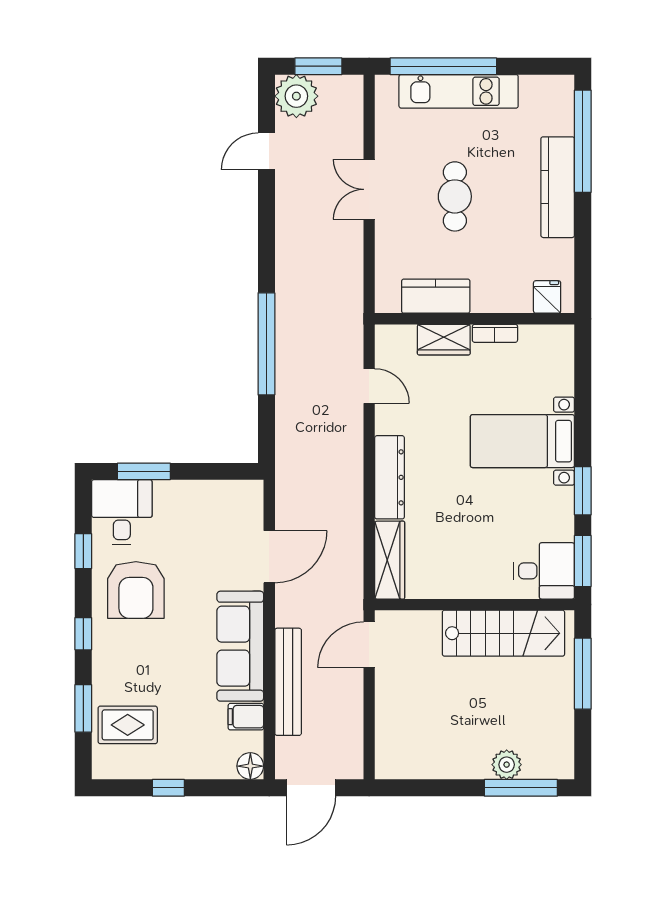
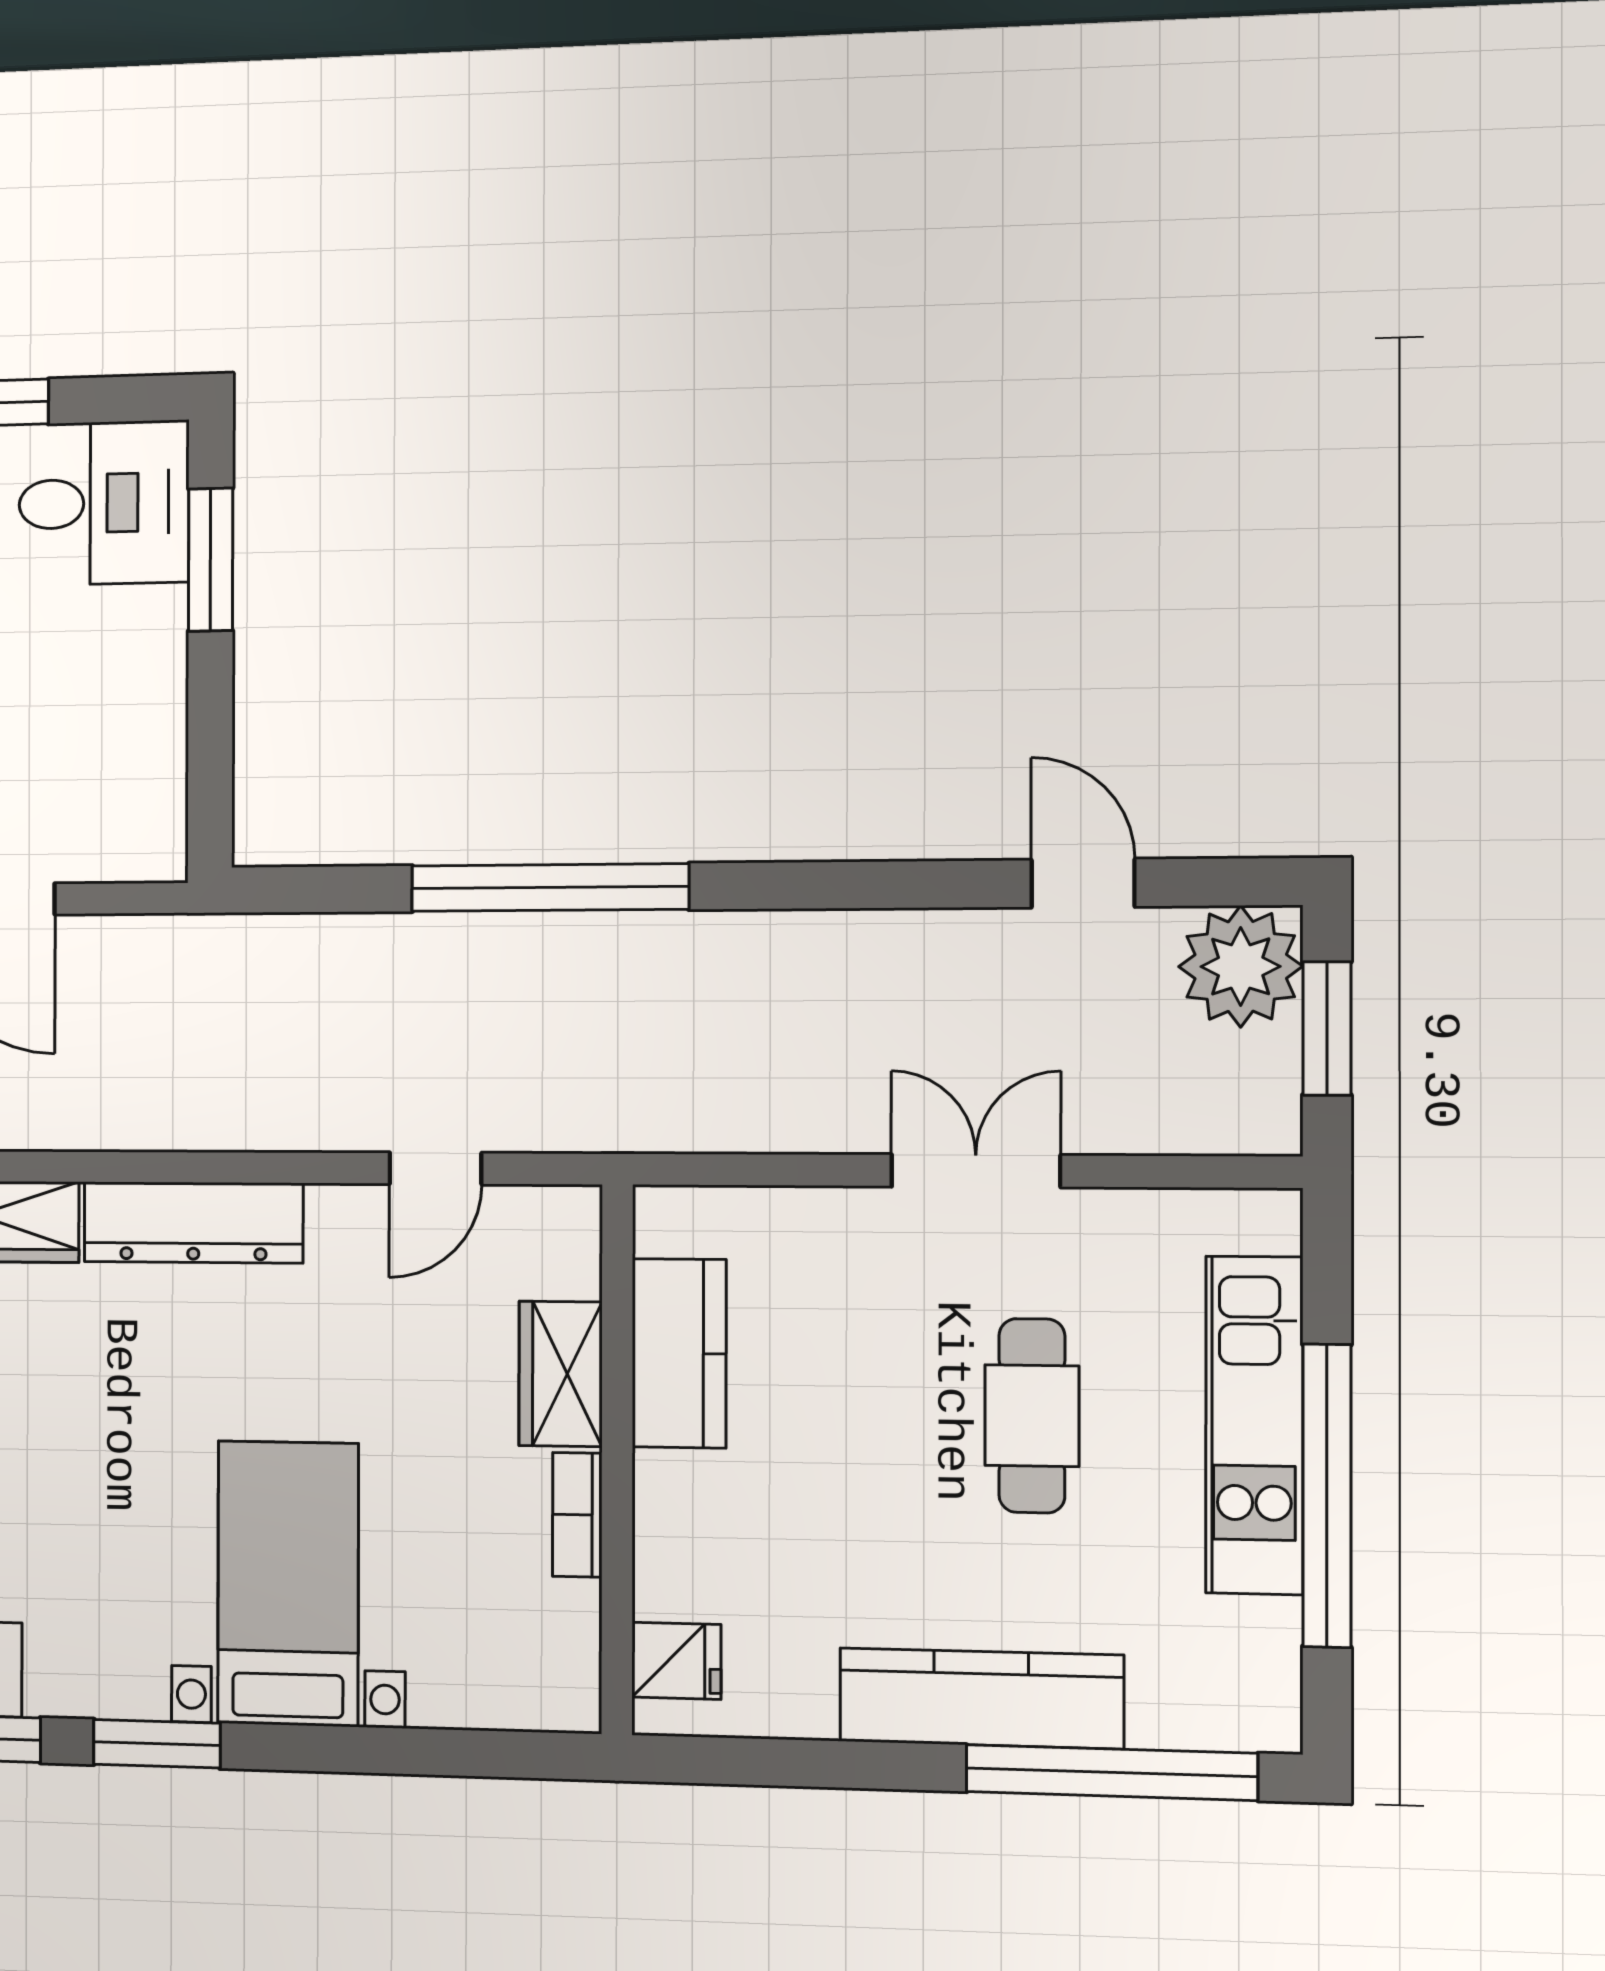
window: (443, 66) -> (1327, 1496), moved
cafe table: (455, 196) -> (1032, 1416), moved, turned 90

